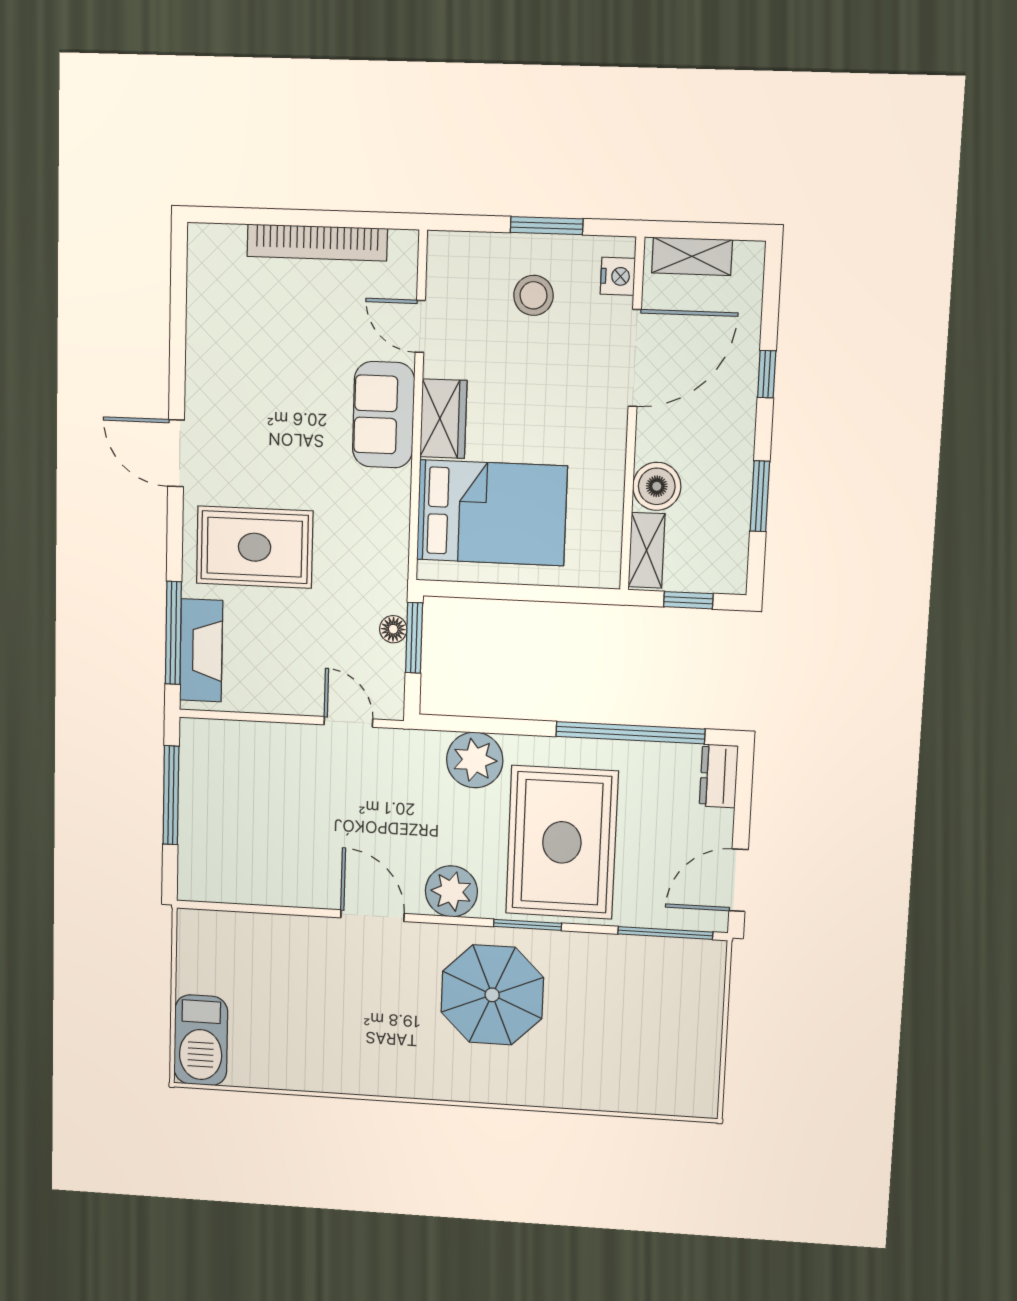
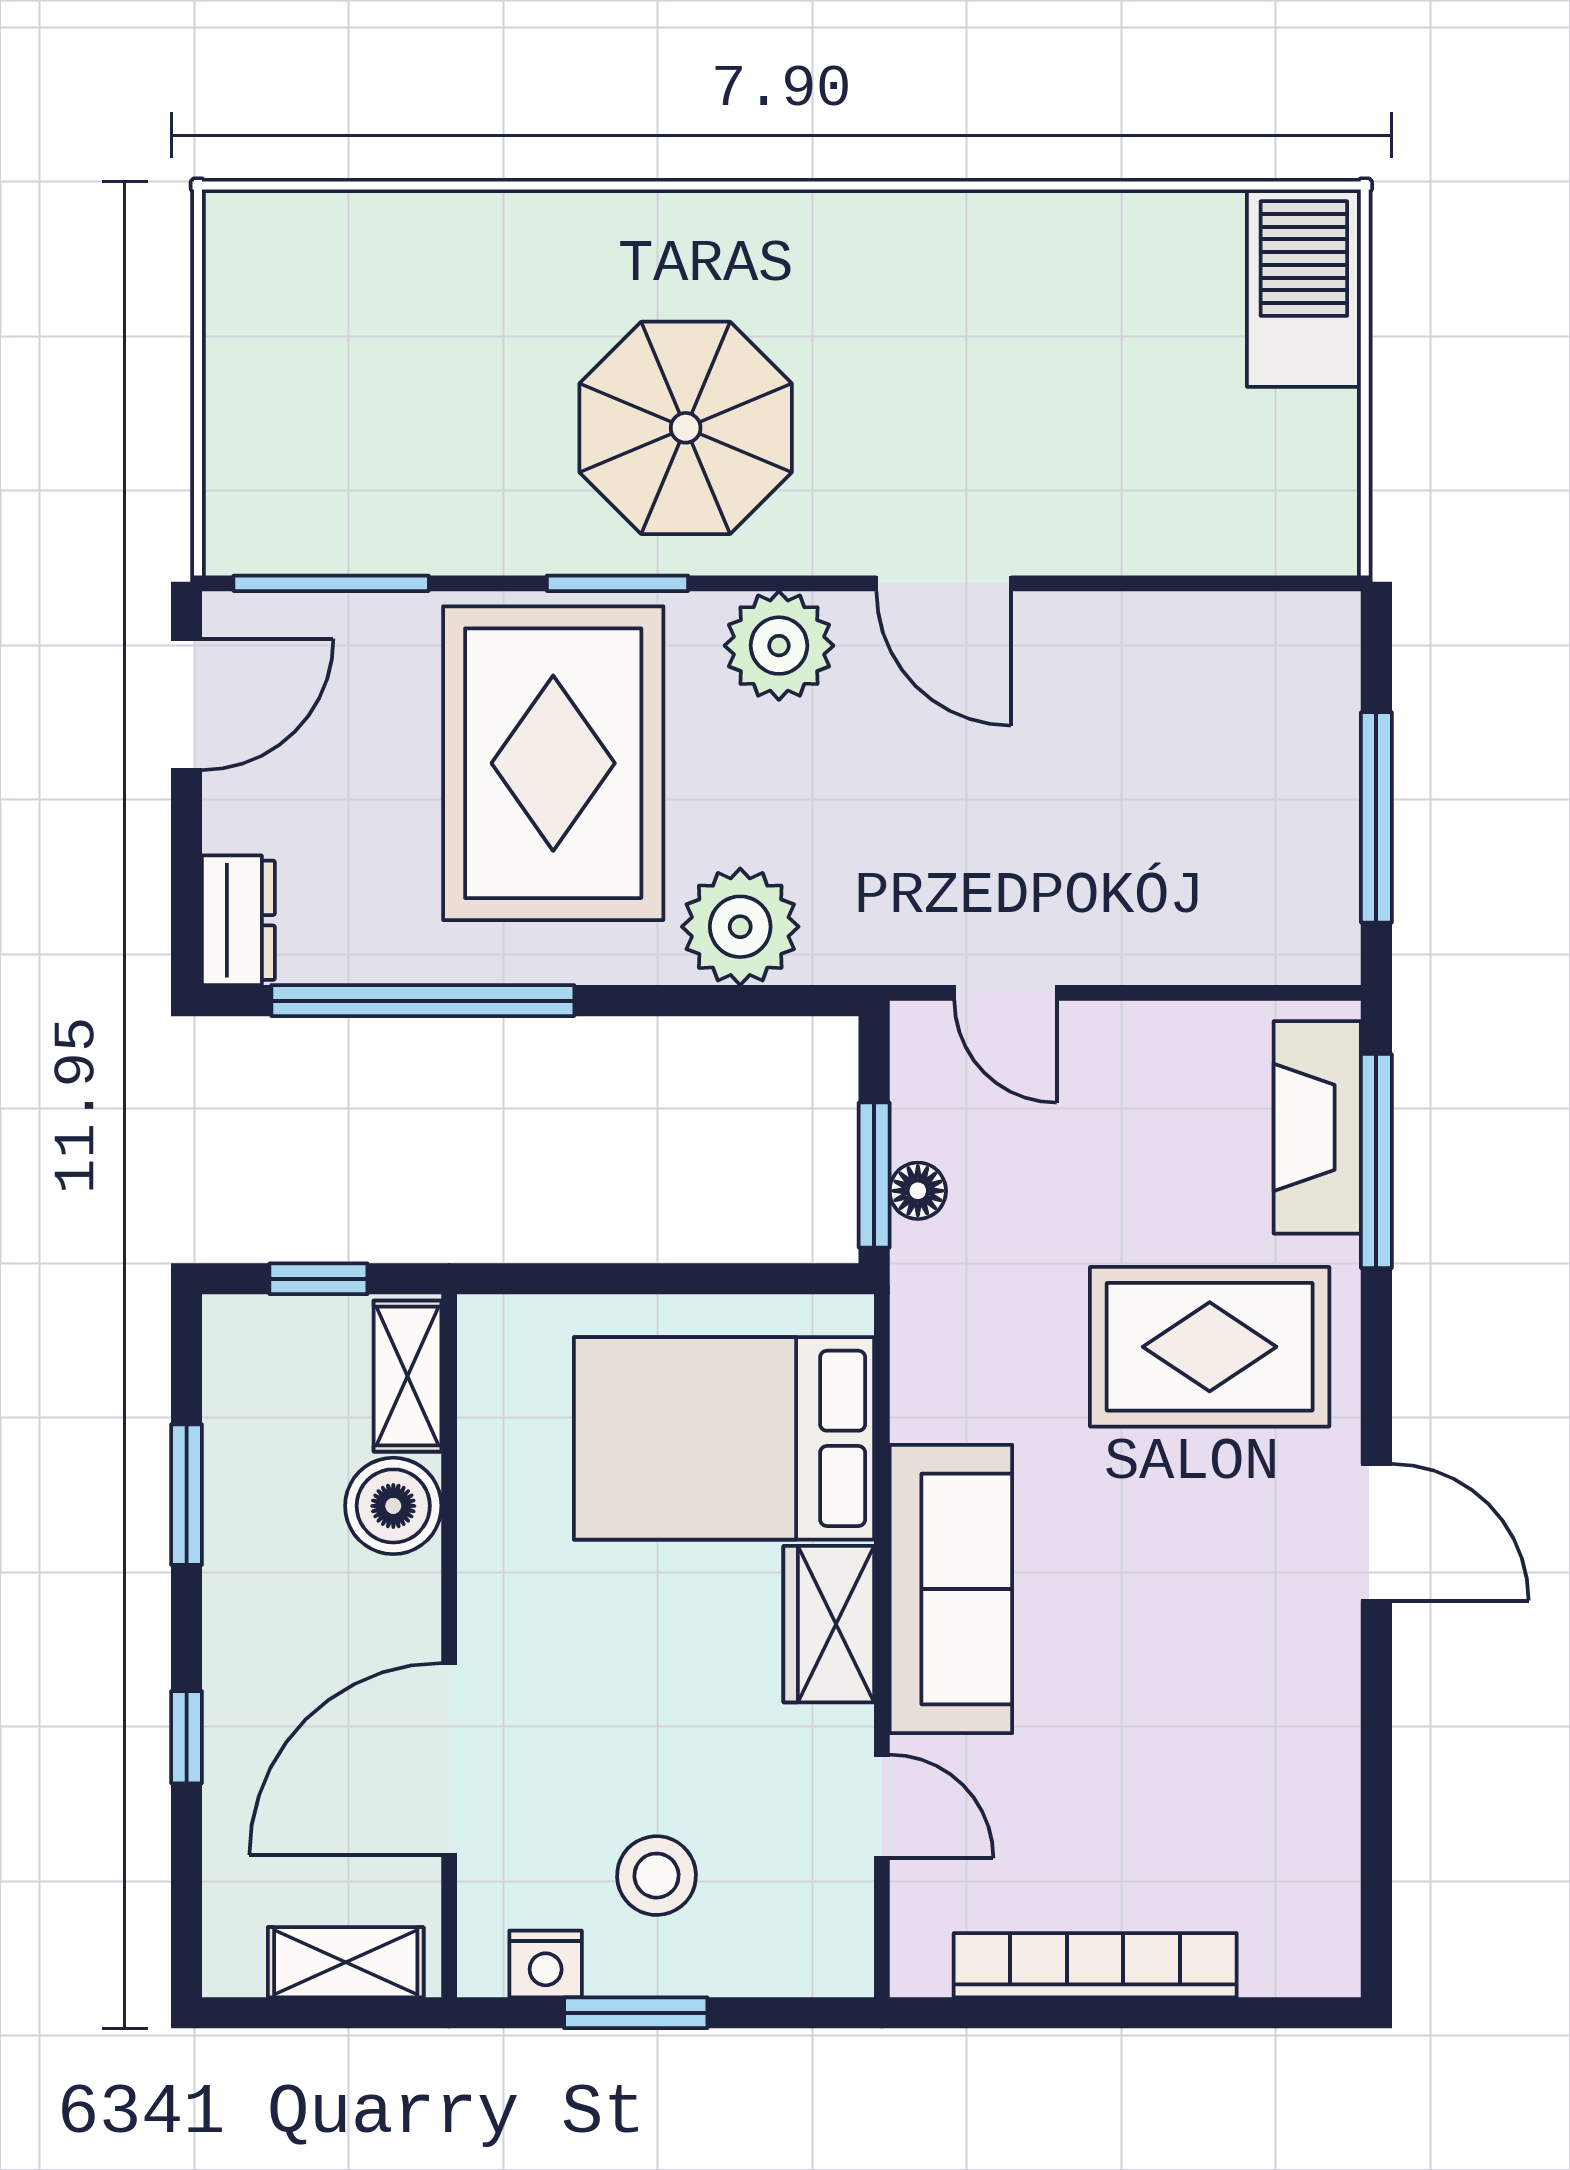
nightstand: (618, 276) -> (546, 1964), moved, turned -90
sofa: (384, 415) -> (951, 1589), width x1.36

